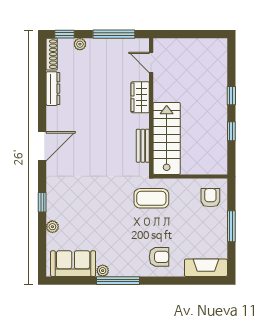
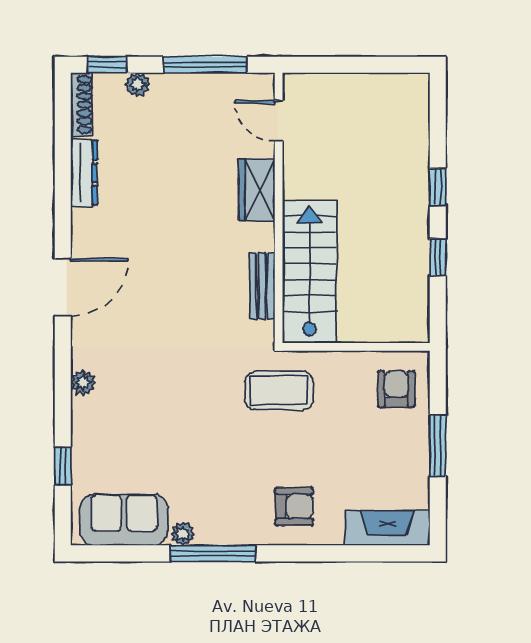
window: (42, 202) -> (63, 466), moved
plant: (52, 227) -> (83, 383), moved

